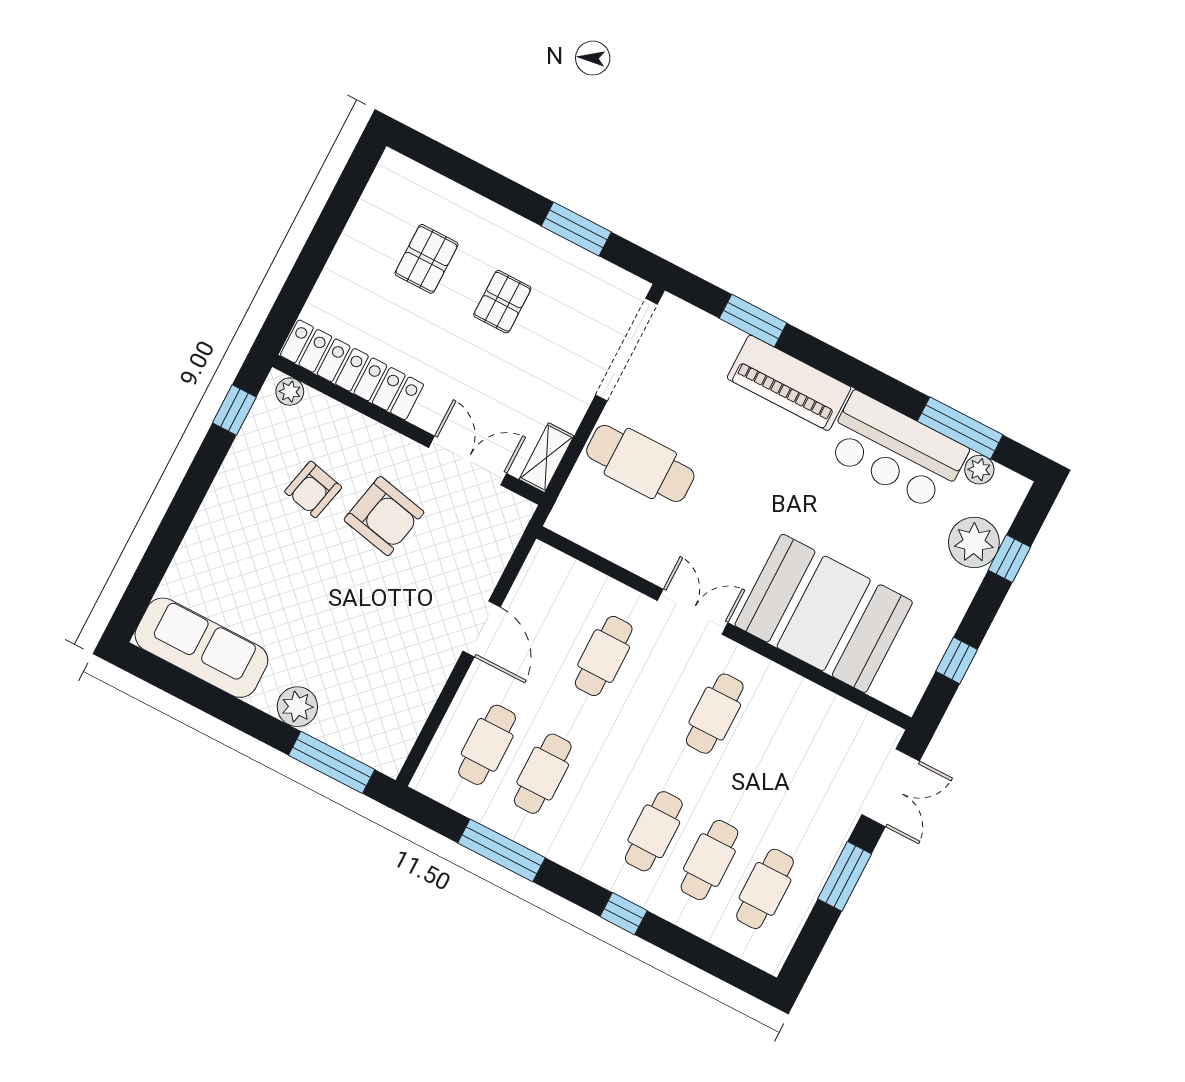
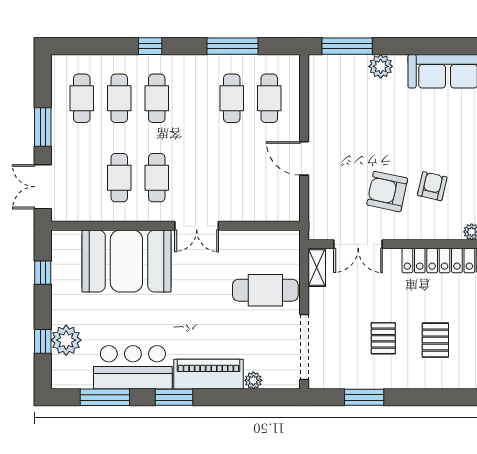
window: (753, 321) -> (174, 397), moved
plant: (979, 470) -> (253, 380), moved
cafe table: (604, 656) -> (119, 178), moved

